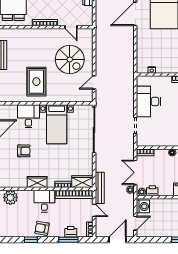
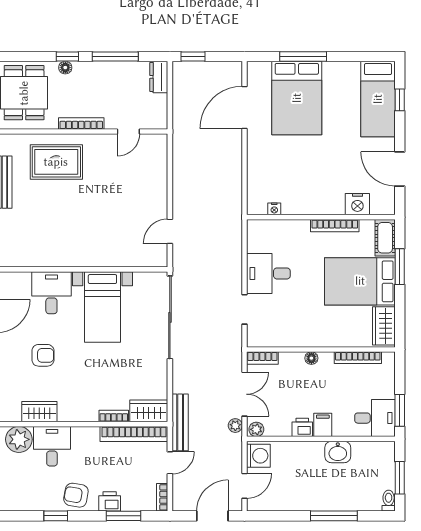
door: (71, 27) -> (128, 132), hinge flipped
spiral stairs: (70, 59) -> (126, 190), removed
rug: (36, 82) -> (56, 162), moved, turned 90
desk: (148, 101) -> (268, 273), width x0.73
double door: (135, 172) -> (244, 394), swing flipped
wardrobe: (37, 182) -> (39, 412), moved
printer: (152, 191) -> (302, 427), moved
desk: (44, 201) -> (52, 446), moved
door: (94, 210) -> (170, 463), hinge flipped
printer: (71, 232) -> (110, 501), moved

